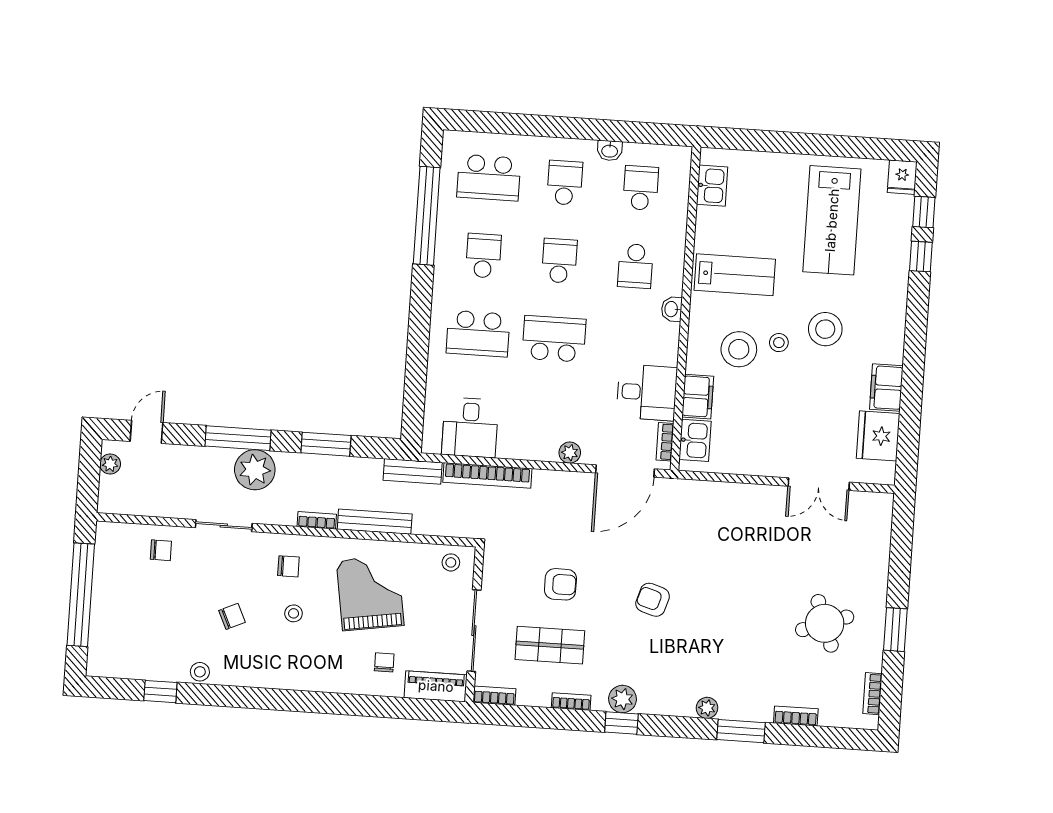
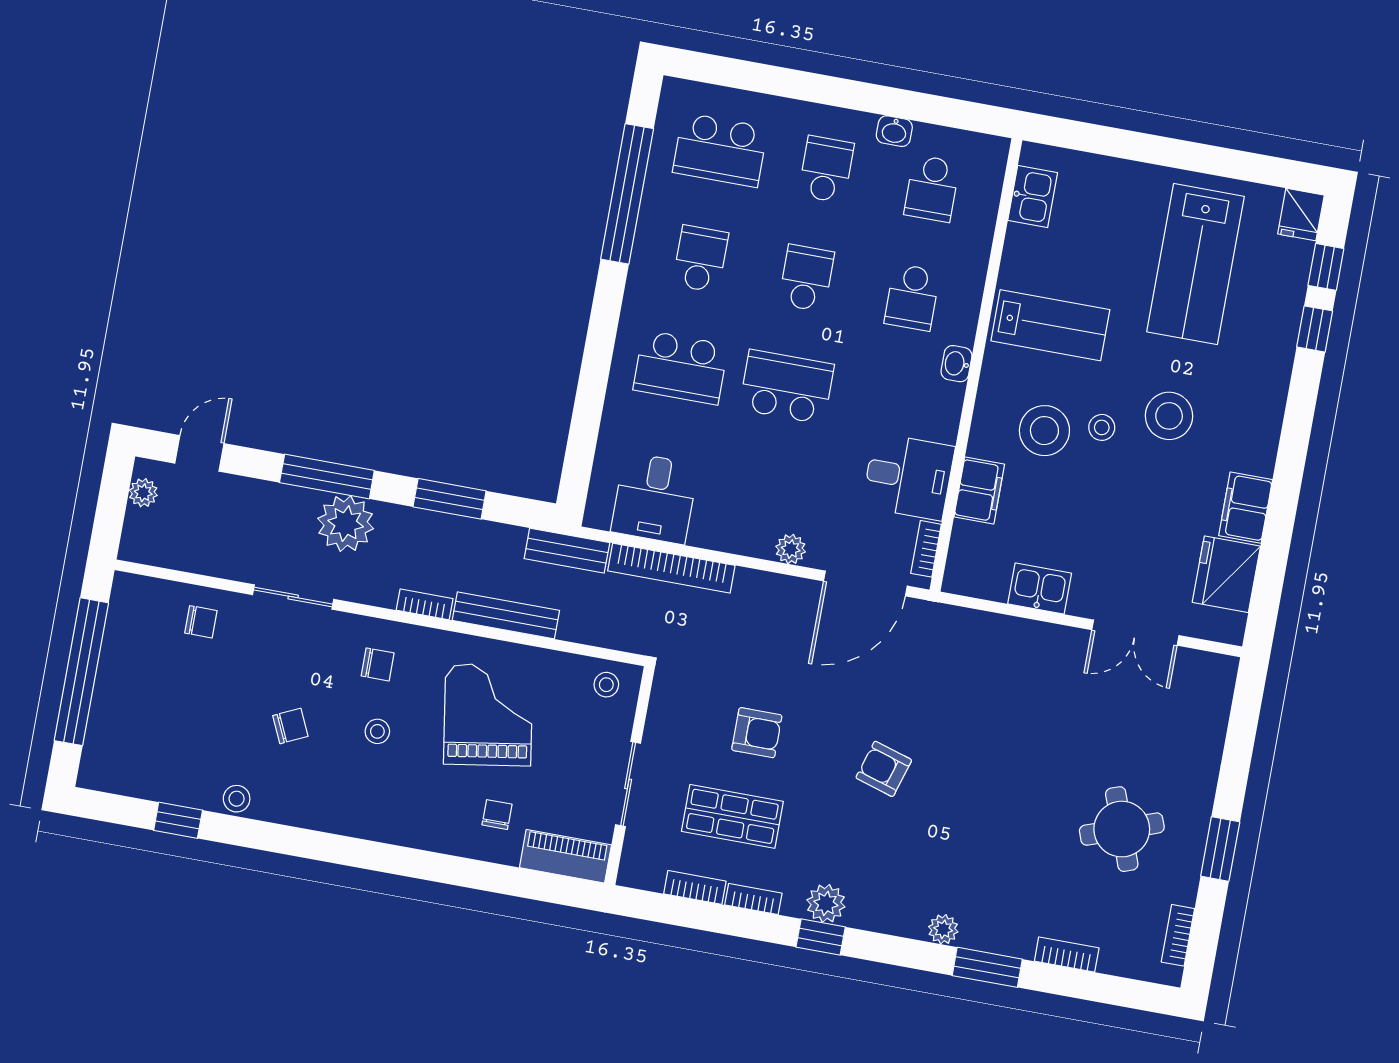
school desk: (641, 188) -> (932, 189), turned 180
kitchen sink: (695, 440) -> (1040, 589), moved, turned -90
sliding door: (474, 631) -> (628, 784), width x0.73
bookcase: (494, 696) -> (695, 887), moved

